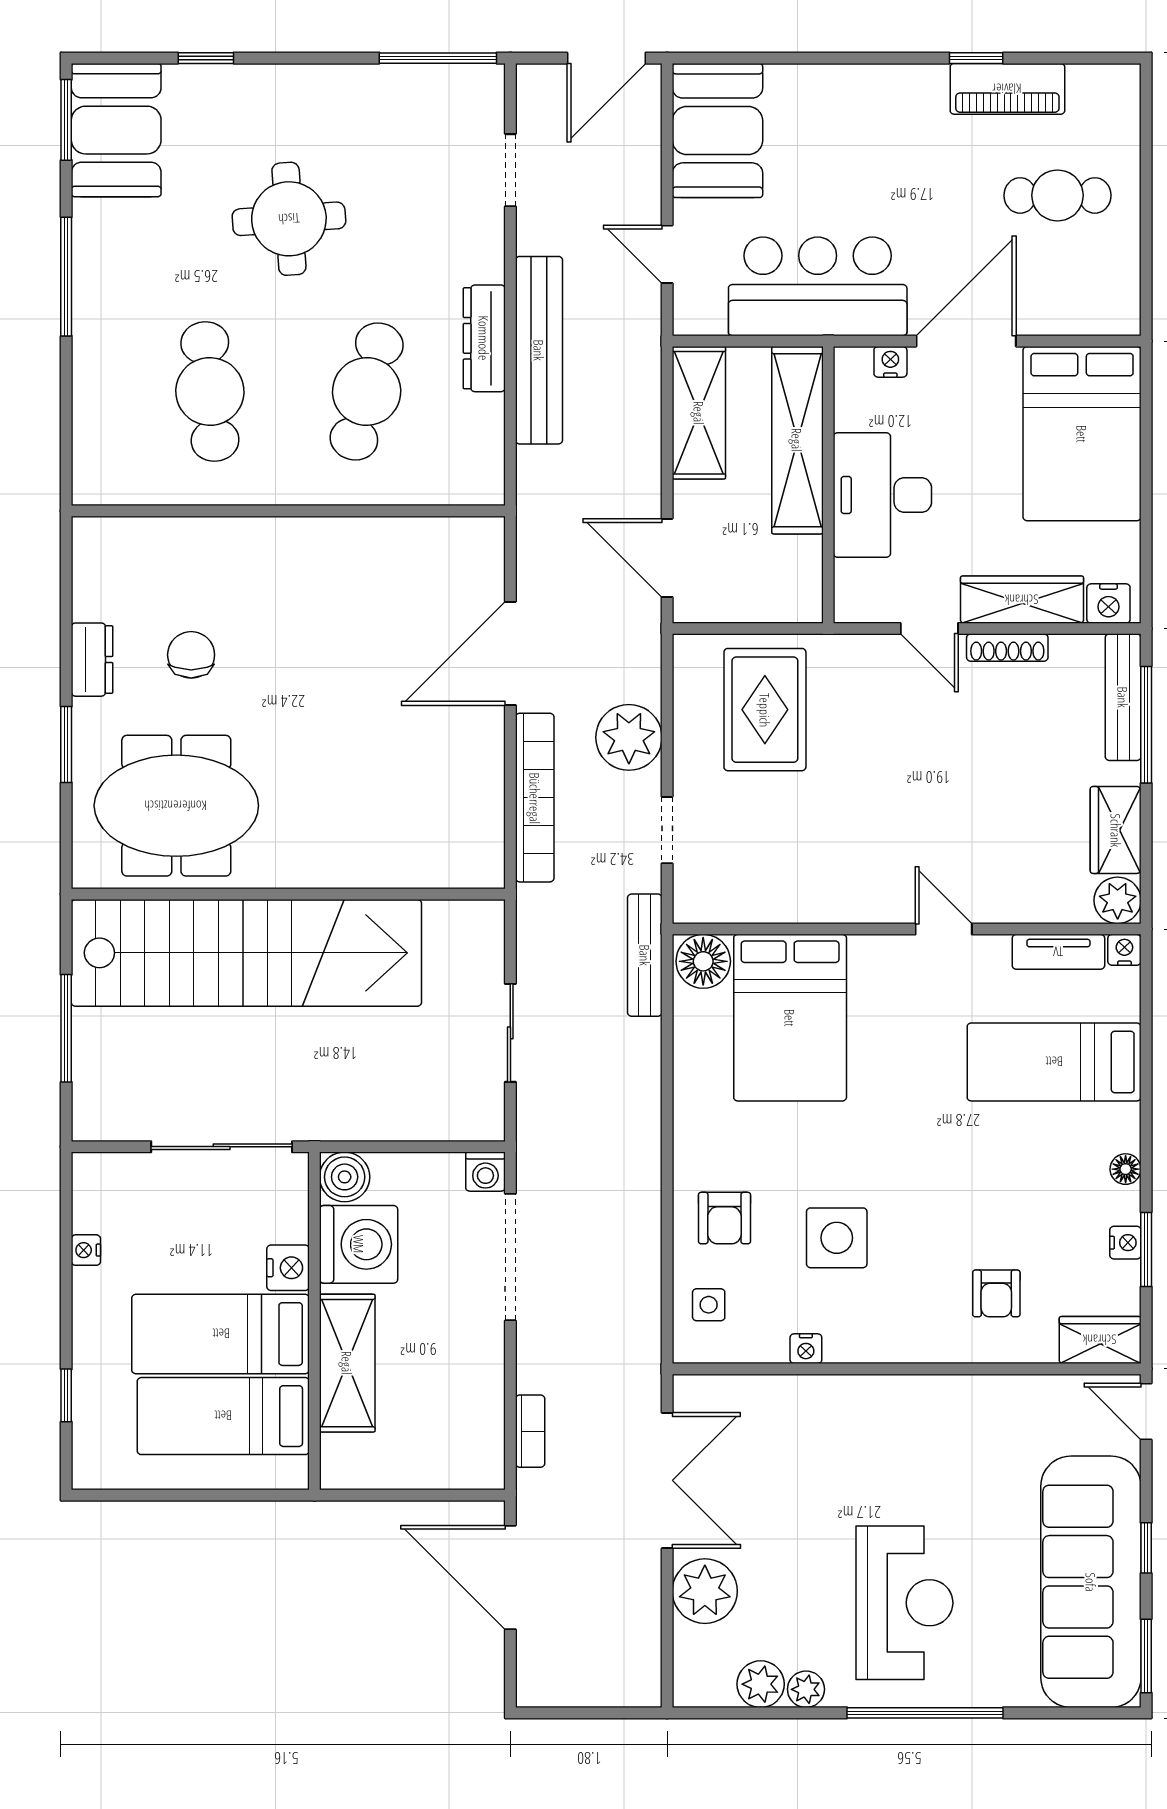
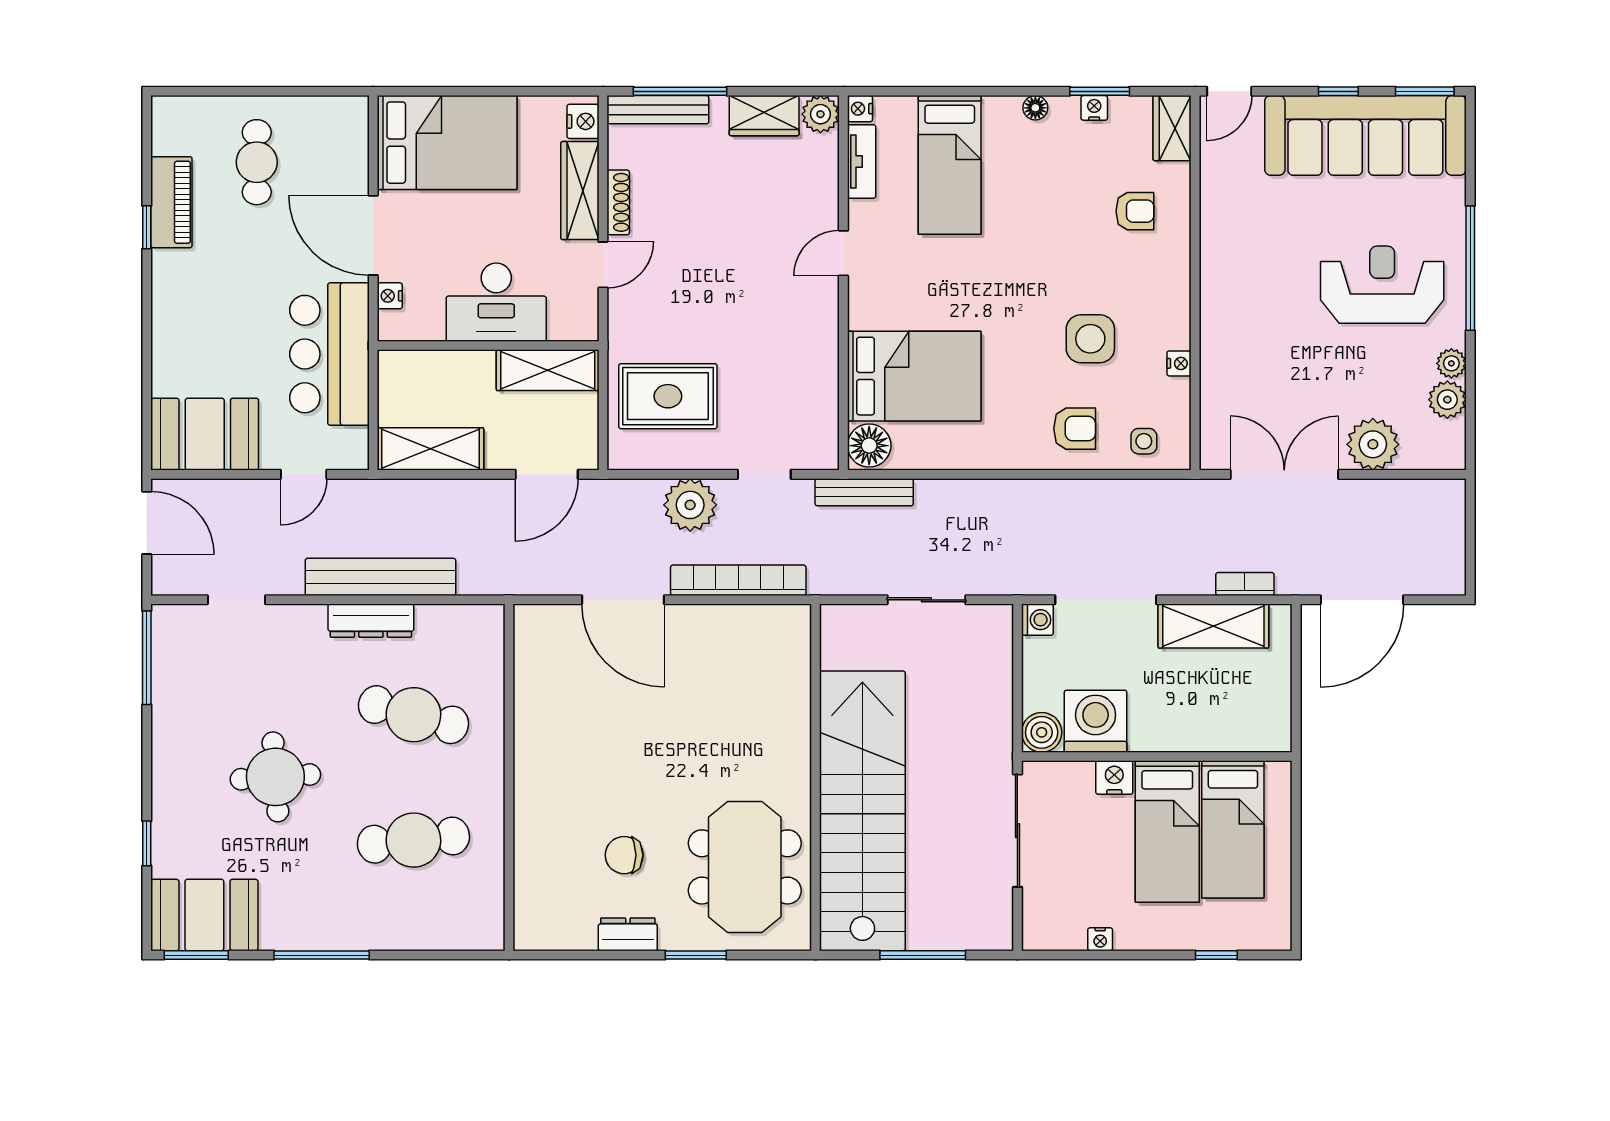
shelving: (797, 440) -> (548, 370), moved, width x0.68
shelving: (347, 1363) -> (1213, 626), moved

